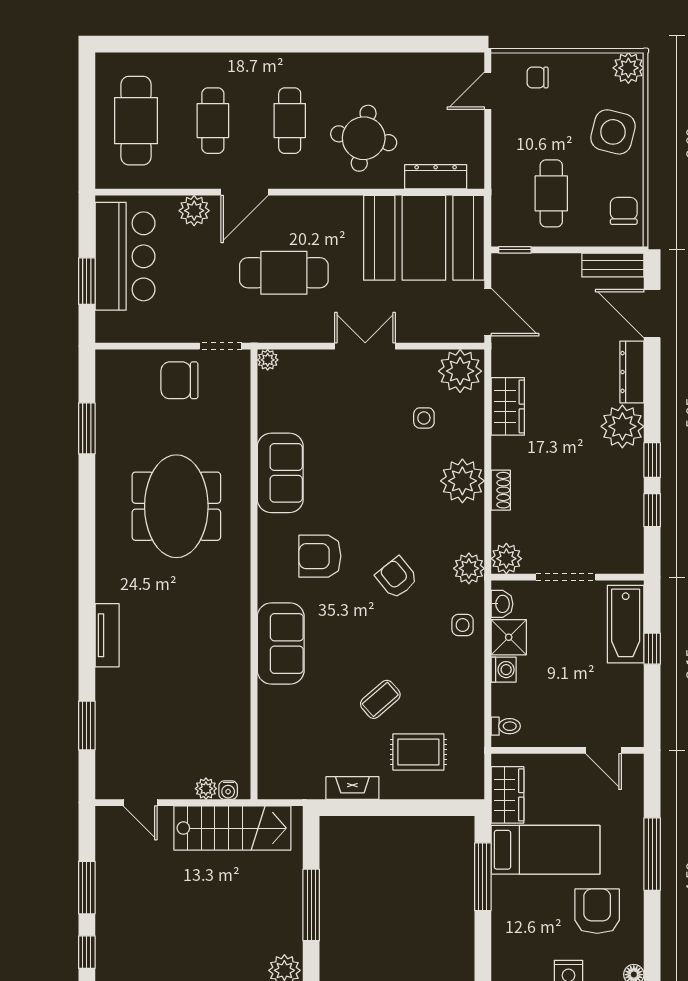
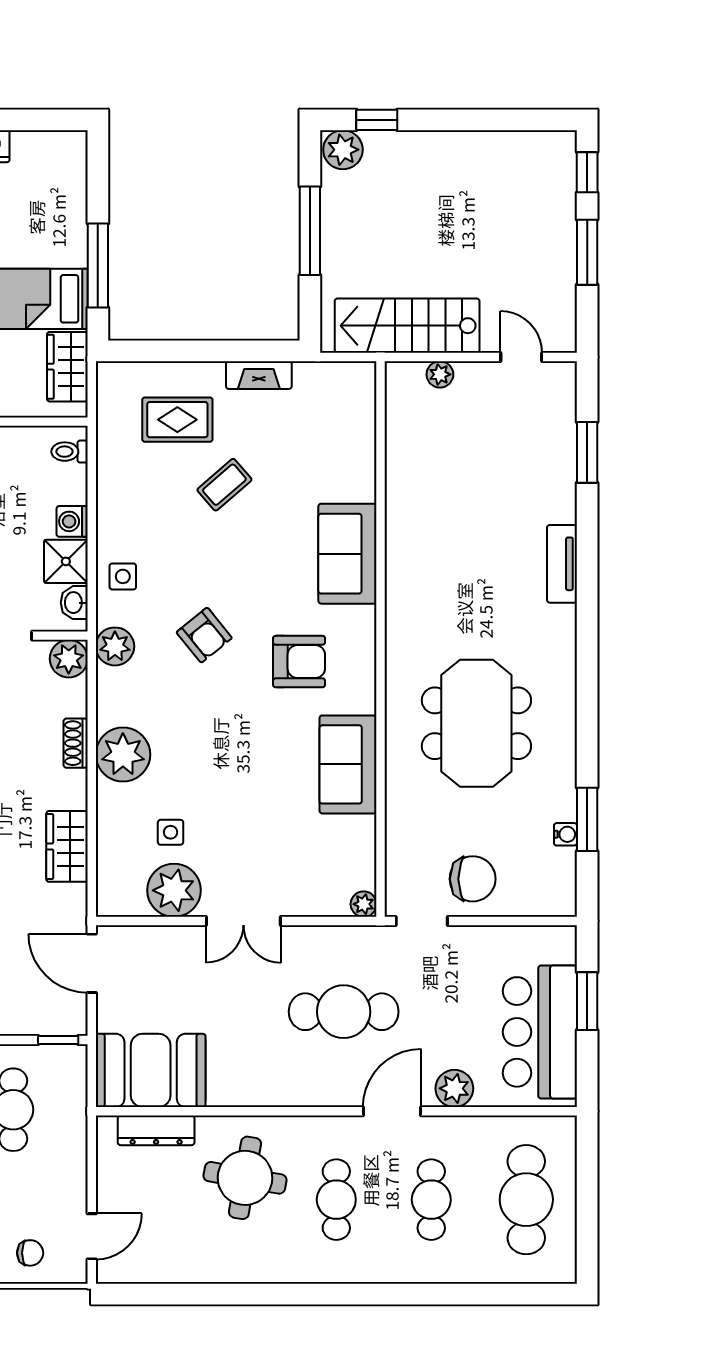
booth: (424, 238) -> (151, 1070), width x0.73, depth x0.70
plant: (460, 371) -> (174, 890), moved
water cooler: (228, 790) -> (565, 834), moved, turned 90

